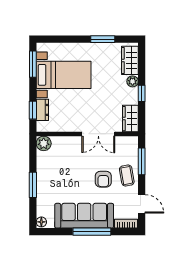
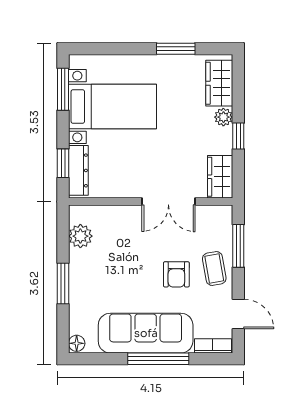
dresser: (42, 110) -> (78, 170), width x1.44
plant: (44, 143) -> (80, 236), moved

